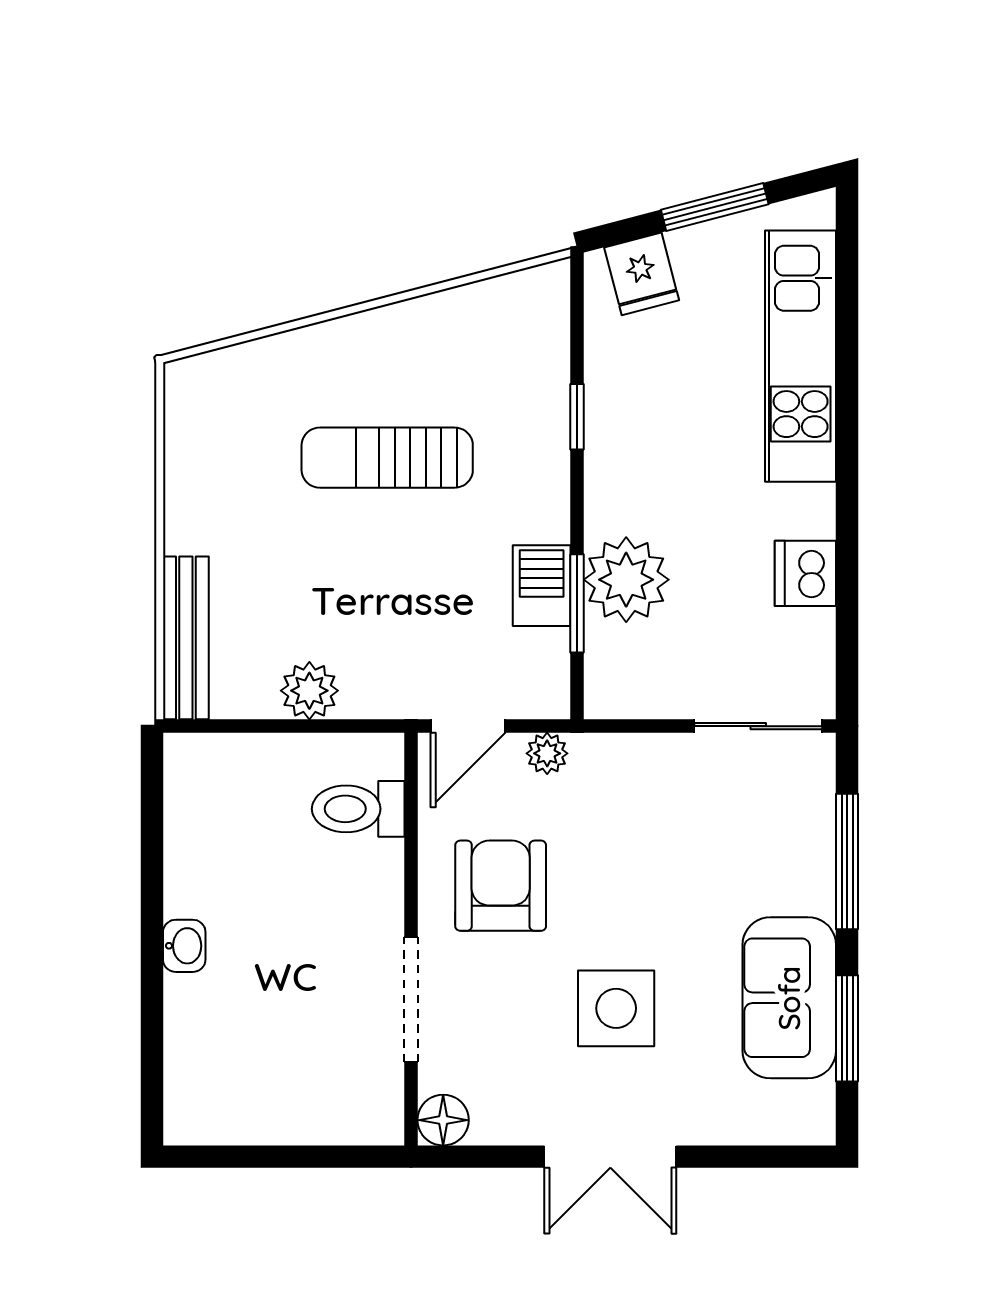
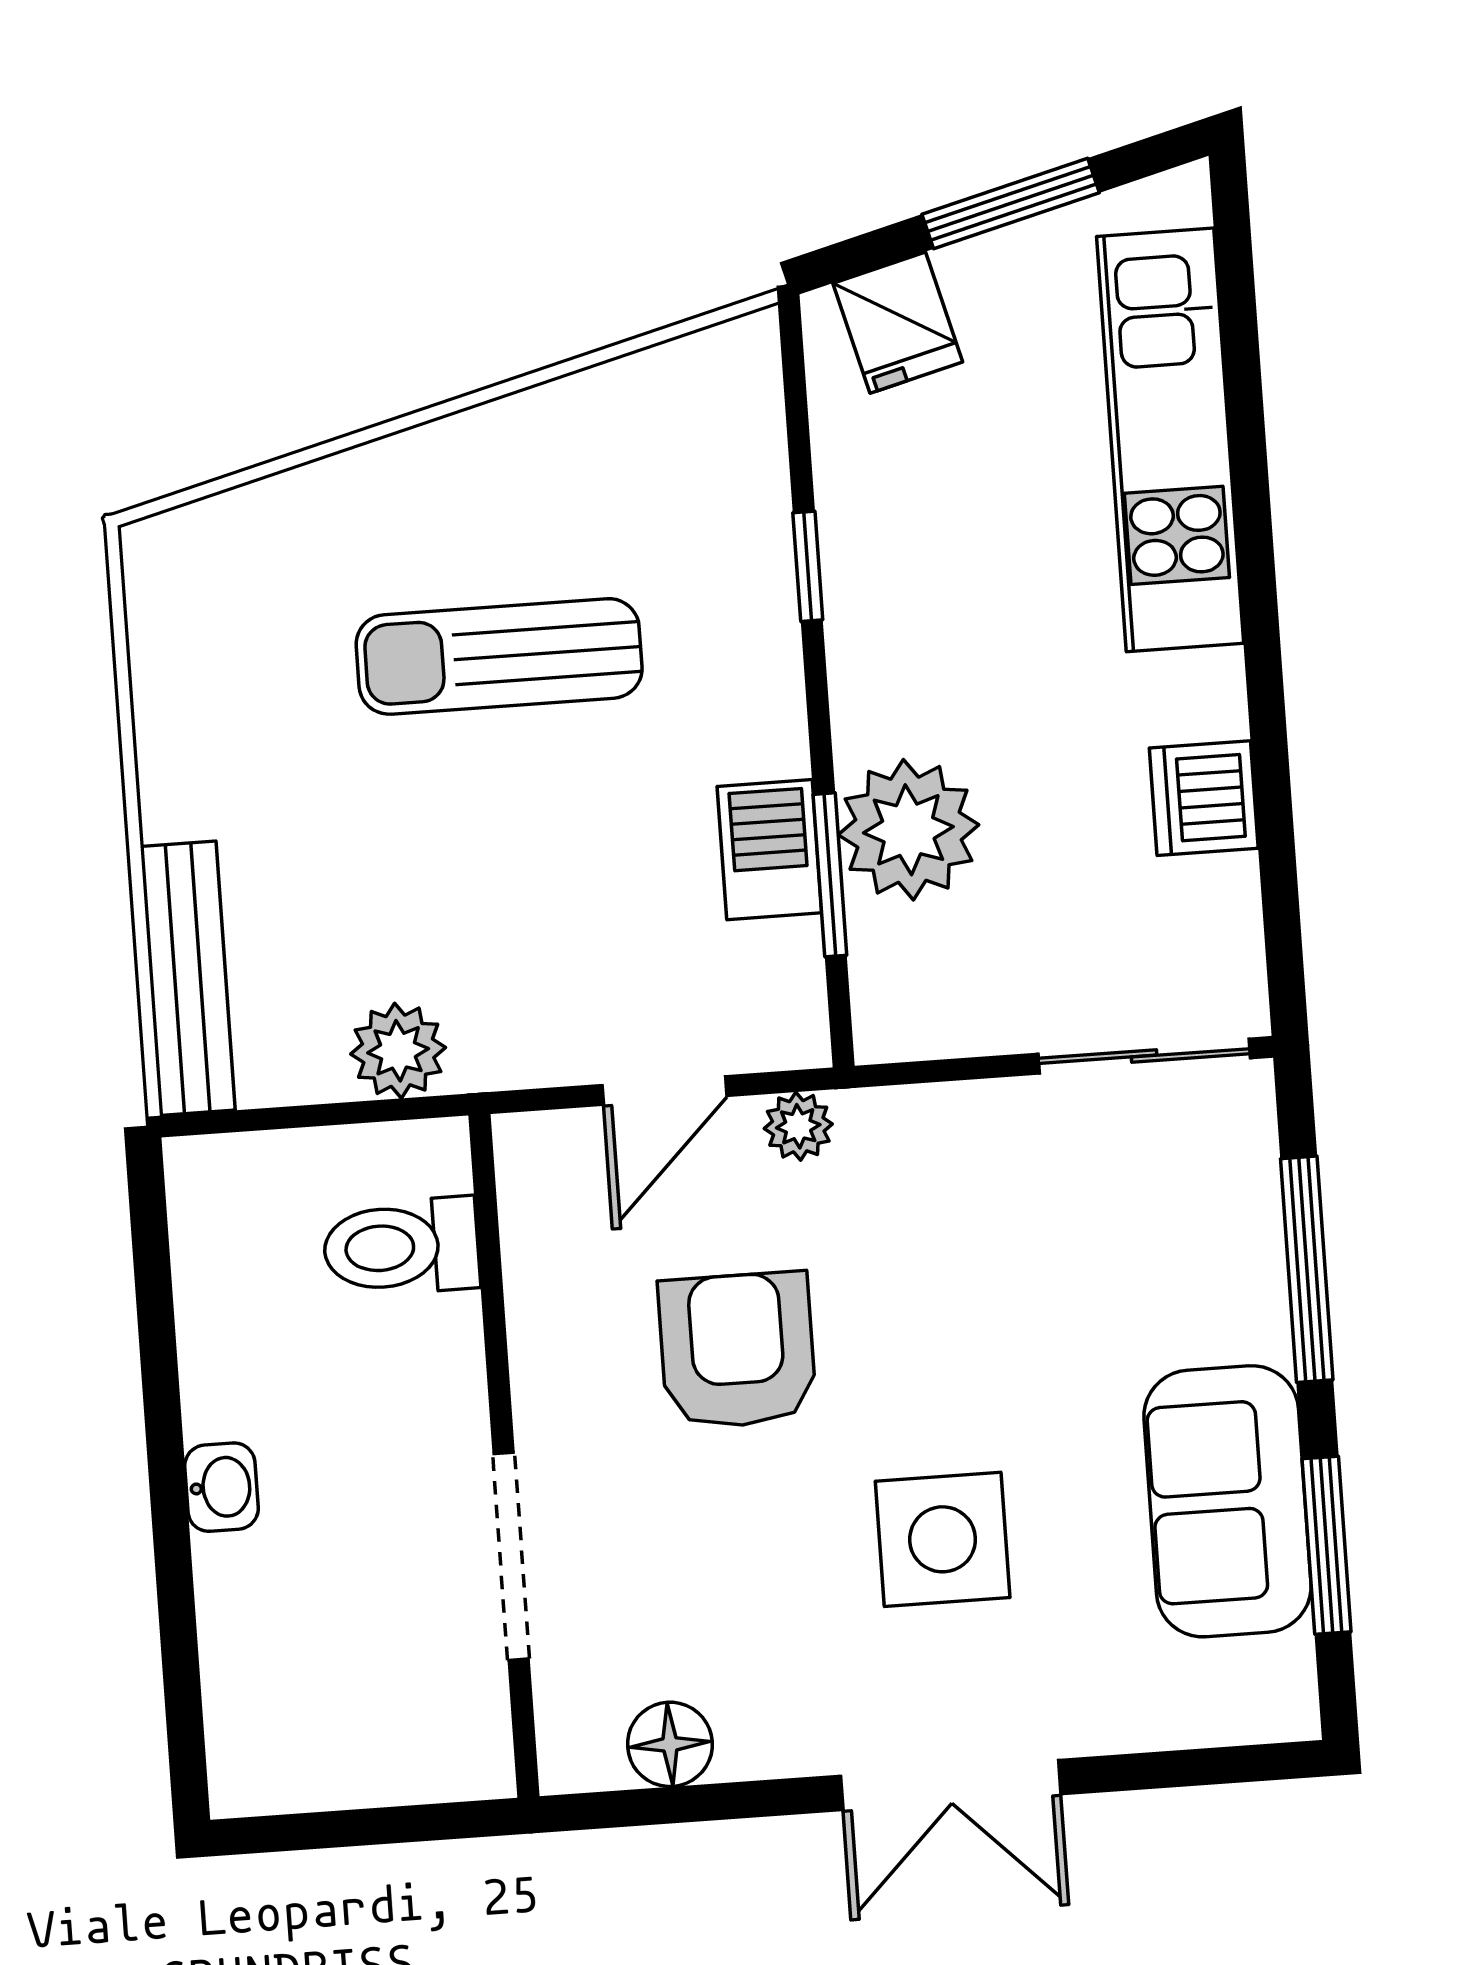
toilet: (358, 809) -> (401, 1247), moved
wall: (411, 939) -> (504, 1456), moved
doorway: (411, 1000) -> (511, 1556), moved

